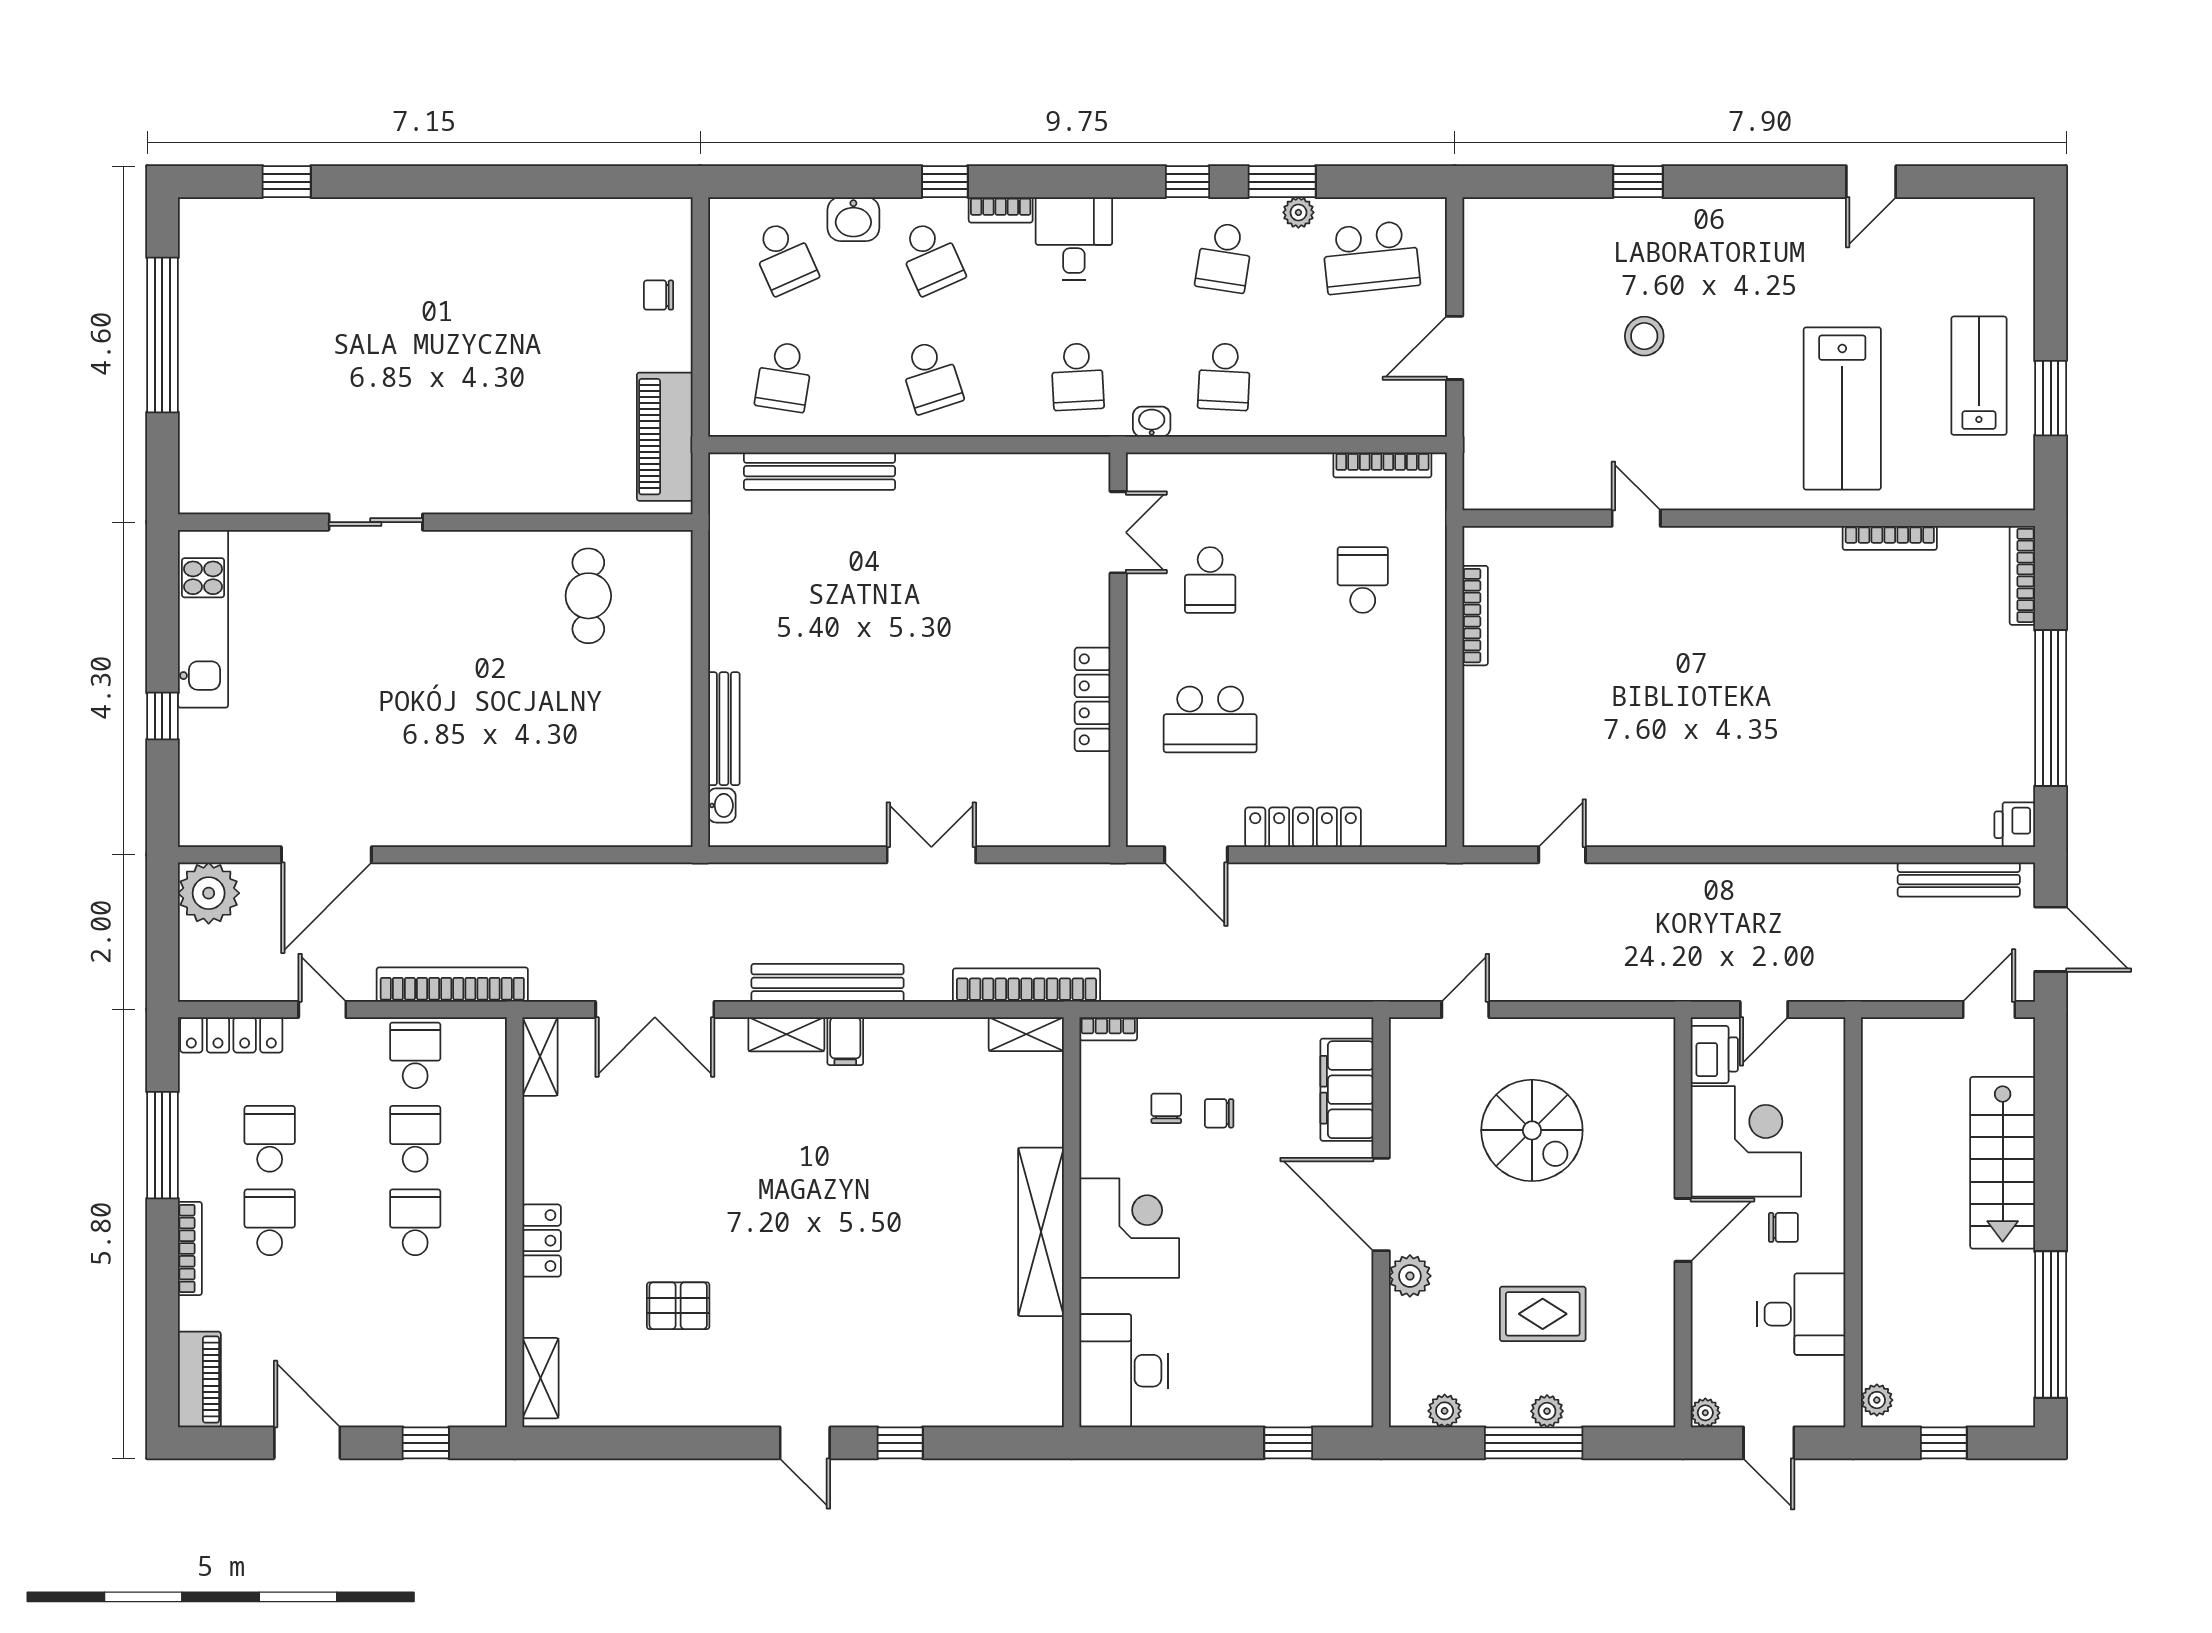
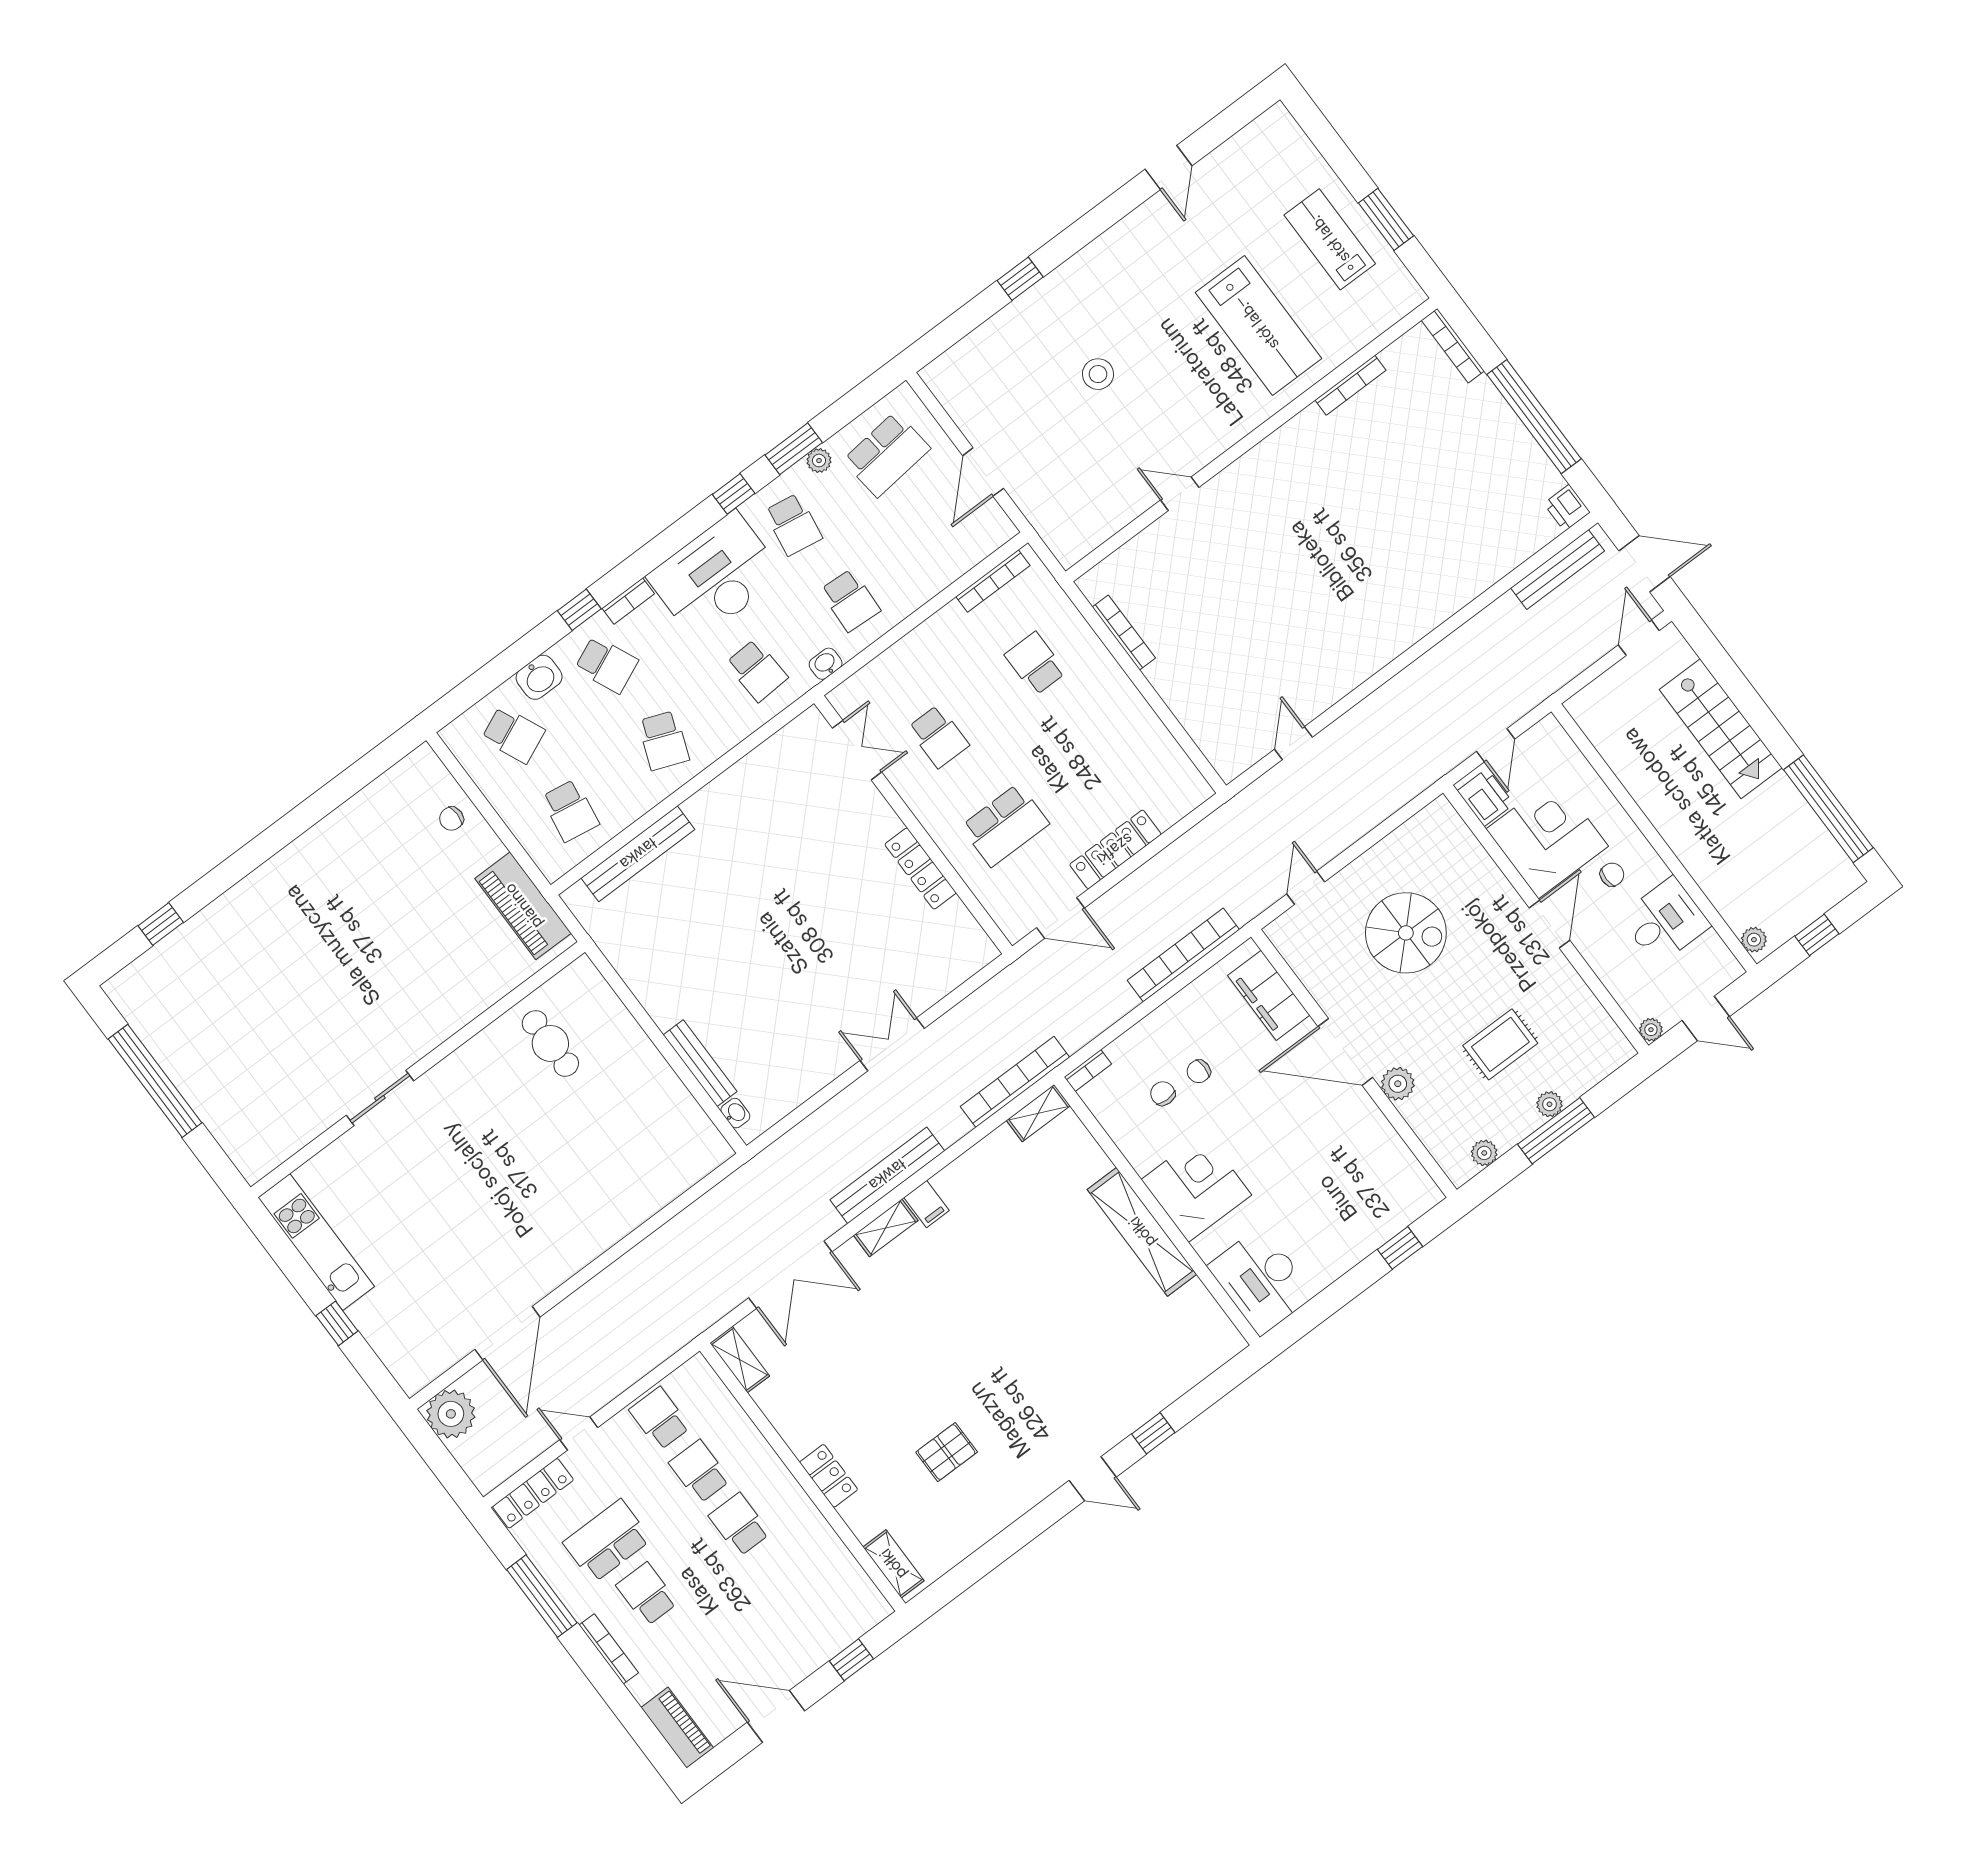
desk: (1074, 238) -> (716, 576), width x1.87, depth x1.30
school desk: (931, 377) -> (664, 741), turned 39
bookcase: (452, 985) -> (1183, 955), moved
school desk: (270, 1139) -> (607, 1541), width x1.85

